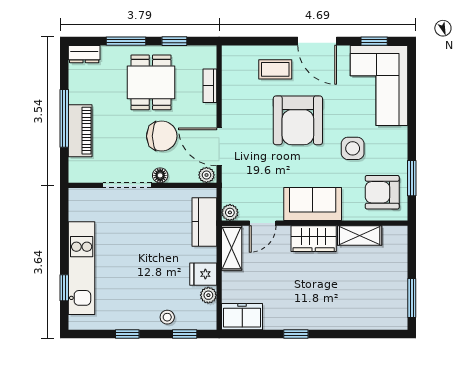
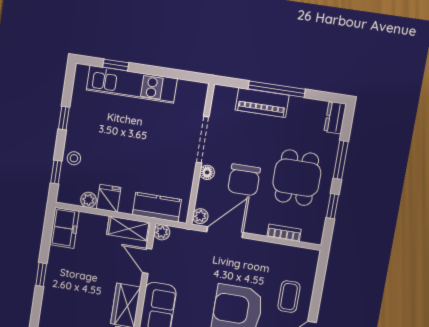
dining table: (151, 82) -> (297, 178), turned 90

